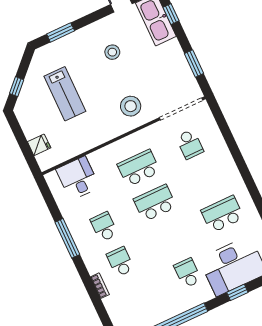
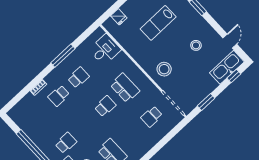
school desk: (155, 203) -> (105, 106), width x0.54
school desk: (120, 262) -> (59, 96), turned 180

